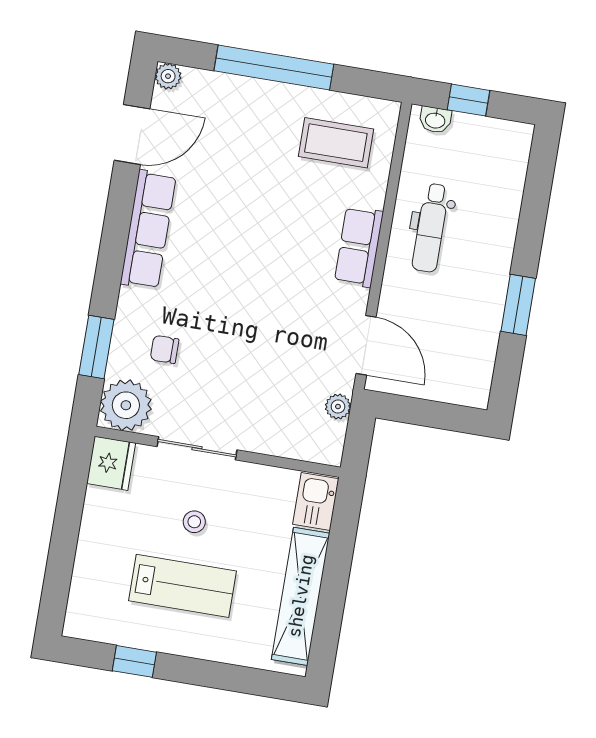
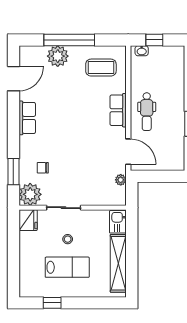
plant: (168, 76) -> (58, 56), moved, width x1.87, depth x1.87
dental chair: (431, 228) -> (147, 112), moved
row of seats: (148, 230) -> (27, 118), width x0.68

